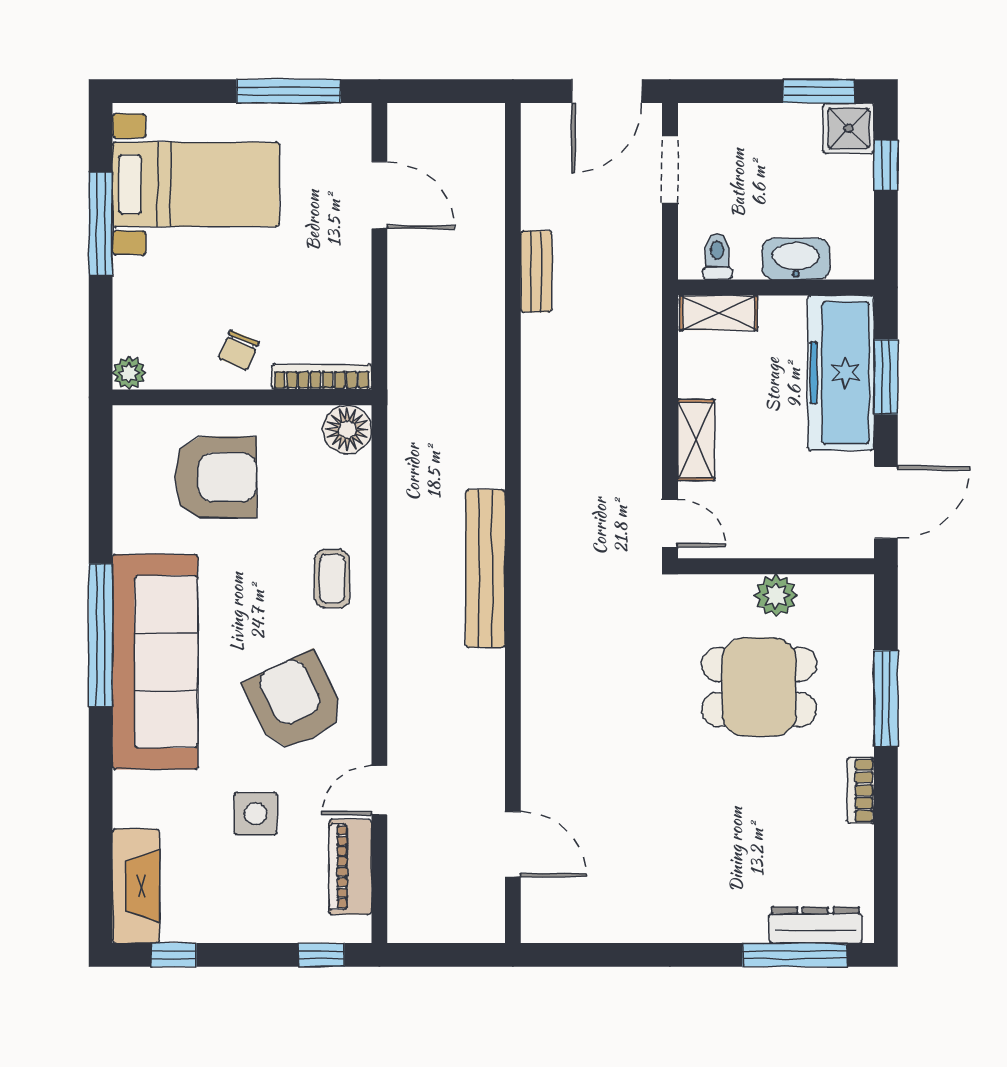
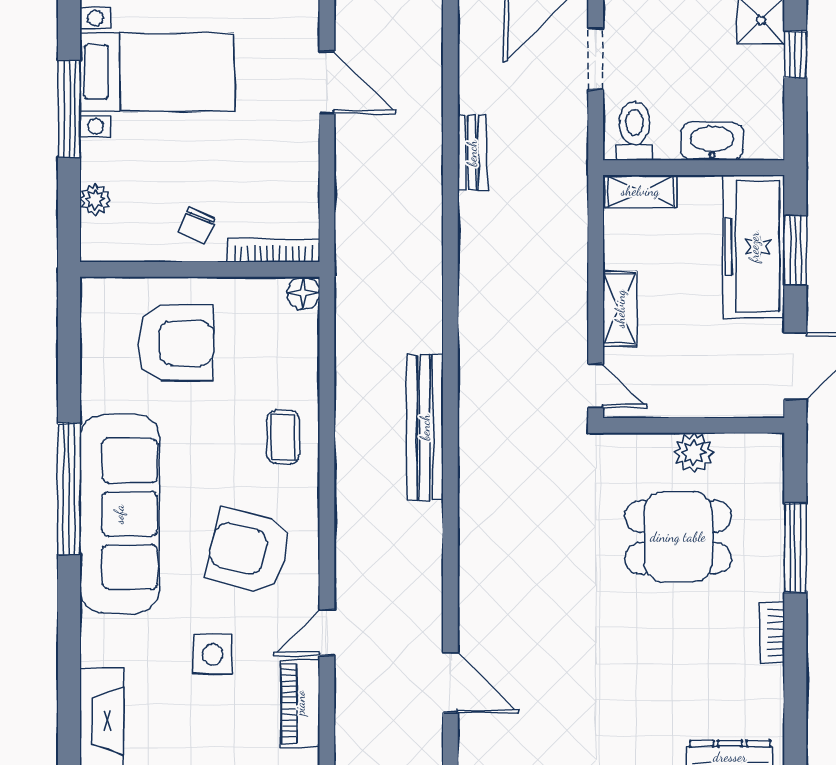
toilet: (717, 257) -> (634, 131), width x1.37, depth x1.39
plant: (129, 373) -> (95, 199), moved
floor lamp: (347, 430) -> (303, 293), width x0.73, depth x0.73
armchair: (295, 702) -> (249, 551), turned -50

